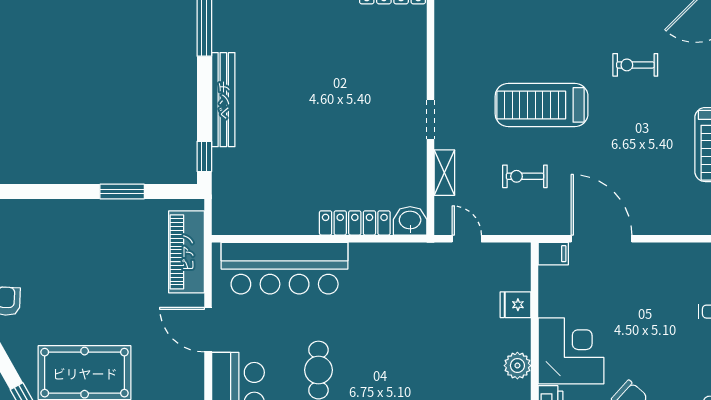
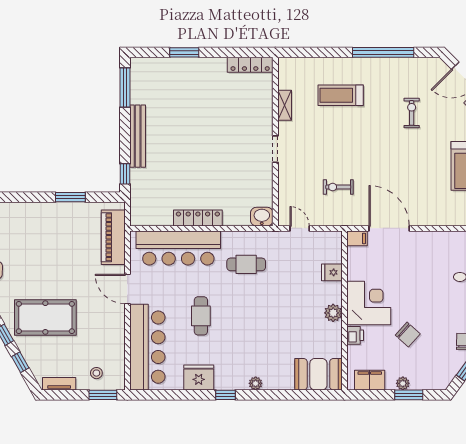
exercise bike: (635, 65) -> (412, 113), turned 90
treadmill: (542, 105) -> (341, 95), moved, width x0.73, depth x0.73
shelving: (444, 173) -> (285, 105), moved
locker: (355, 223) -> (198, 218), moved
cafe table: (387, 293) -> (246, 264), added

